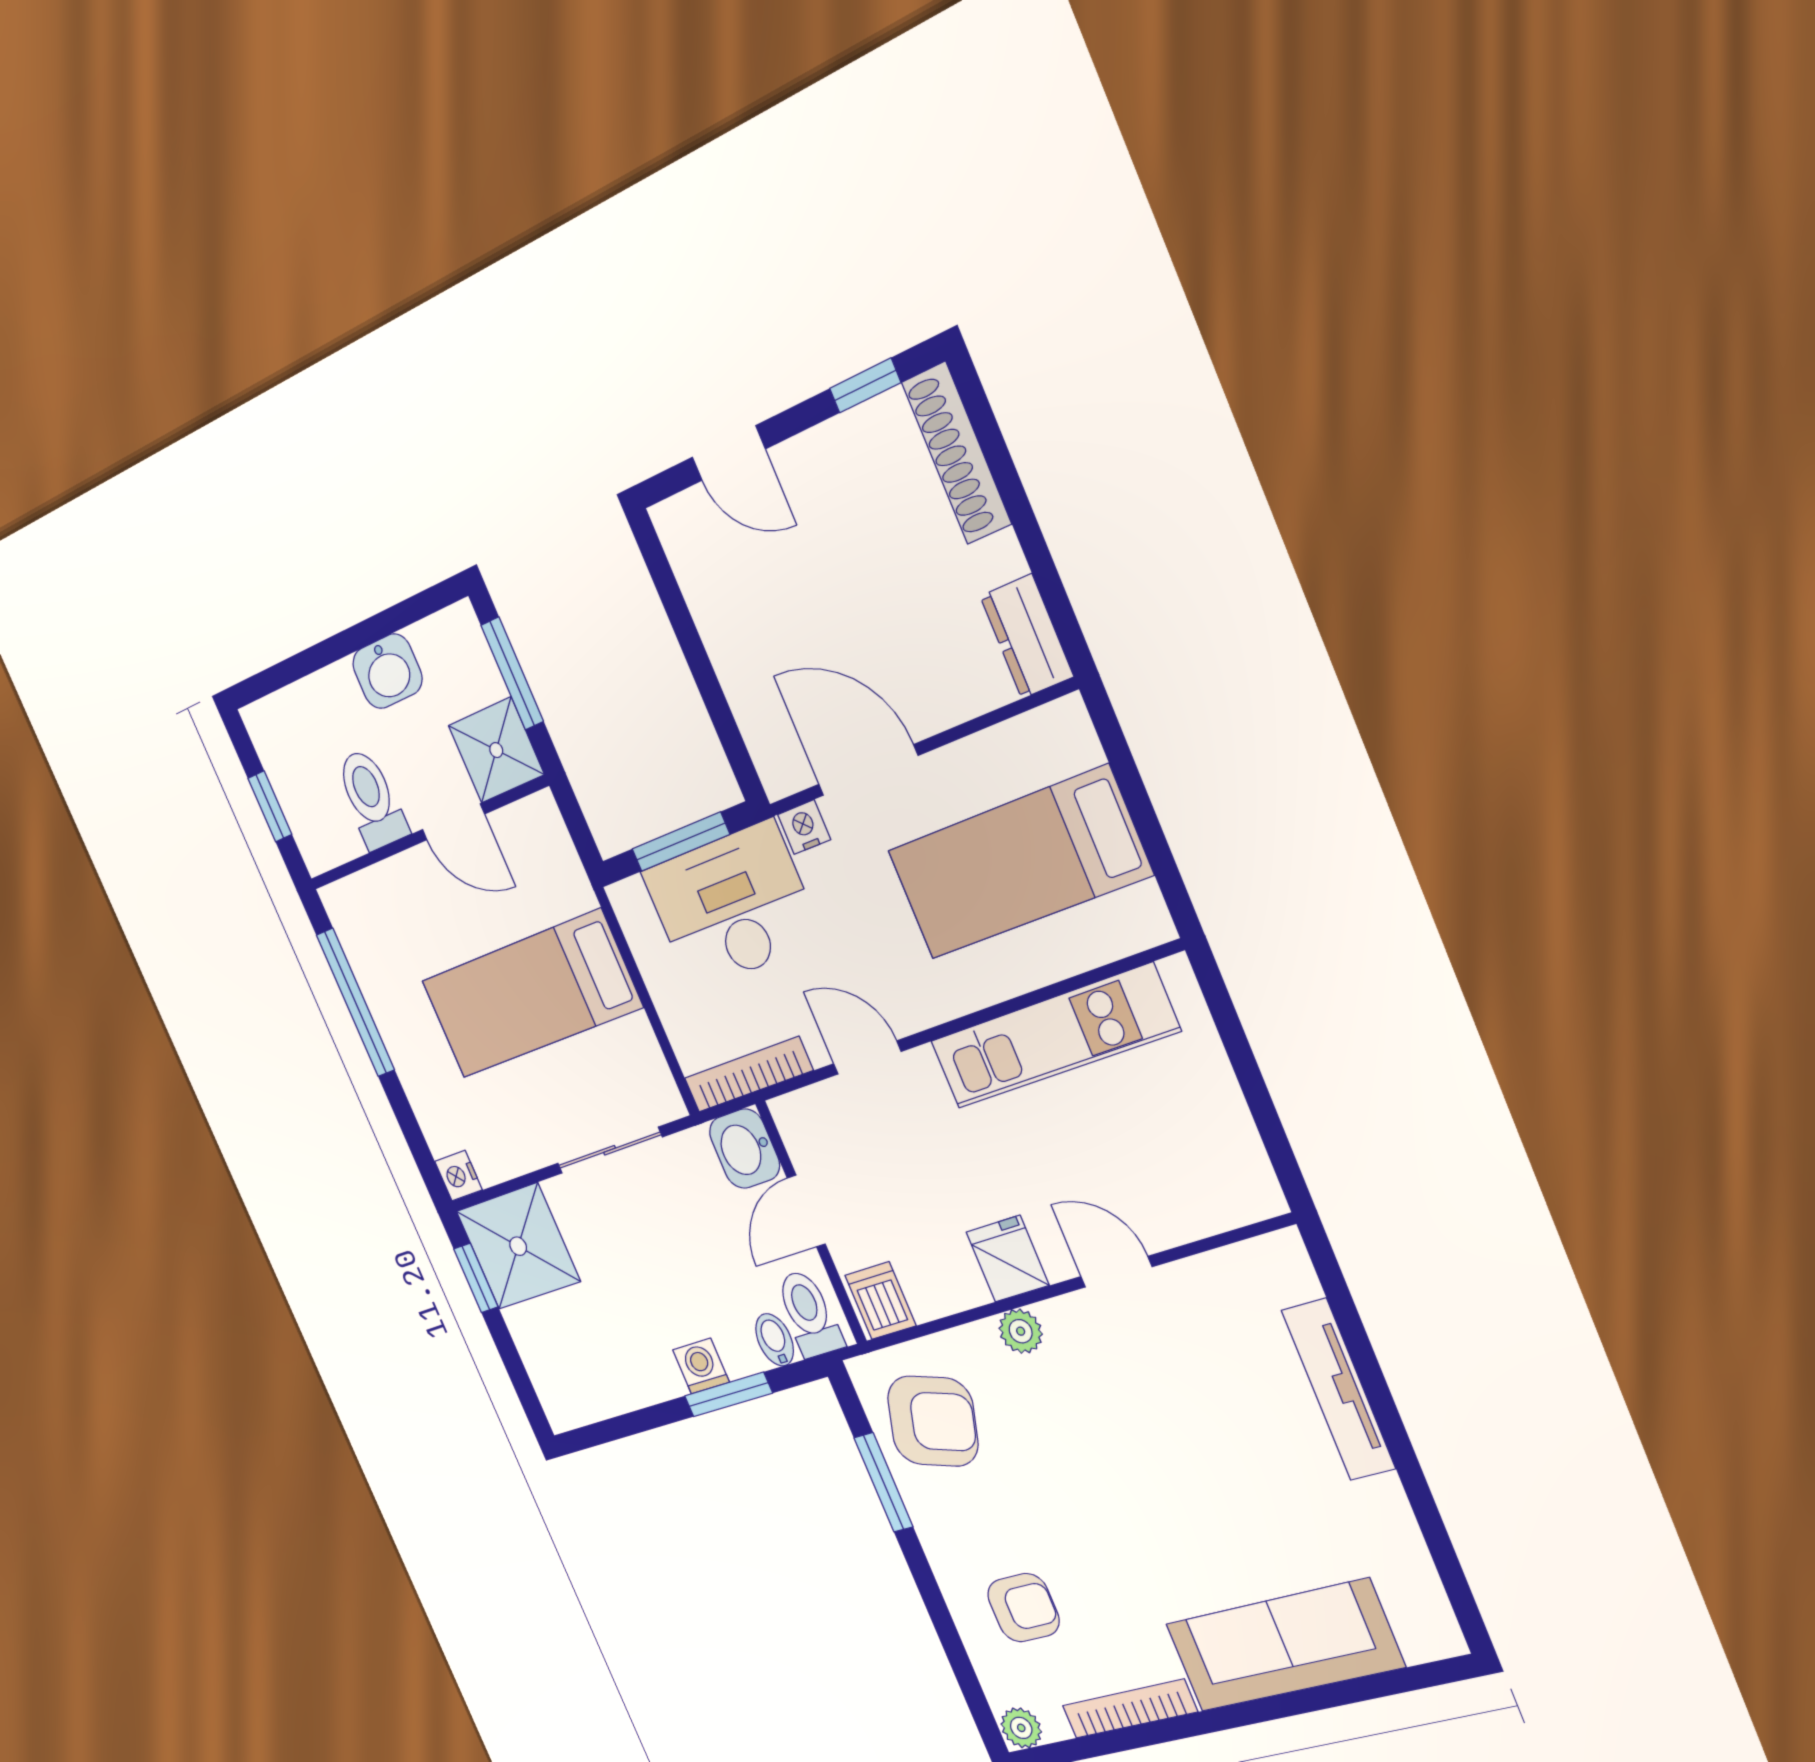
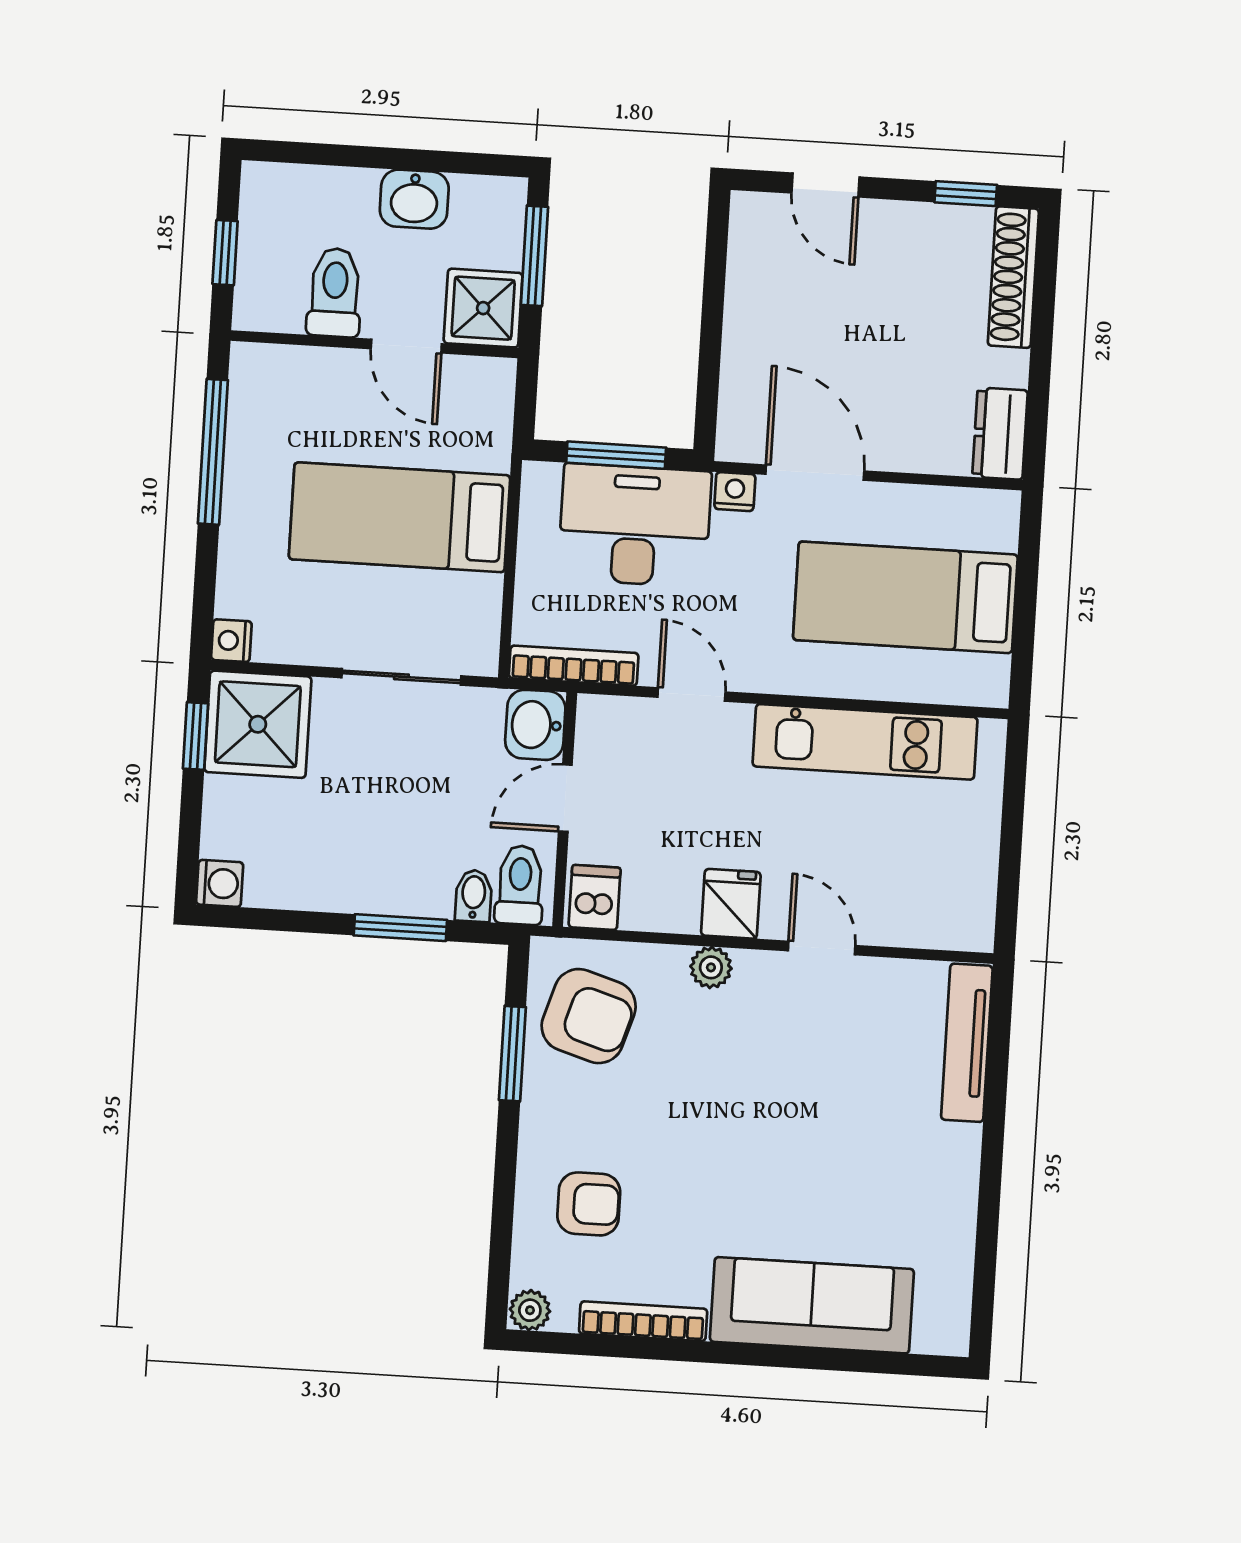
washing machine: (701, 1366) -> (220, 883), moved, turned 90
tv unit: (1339, 1390) -> (967, 1043), moved

